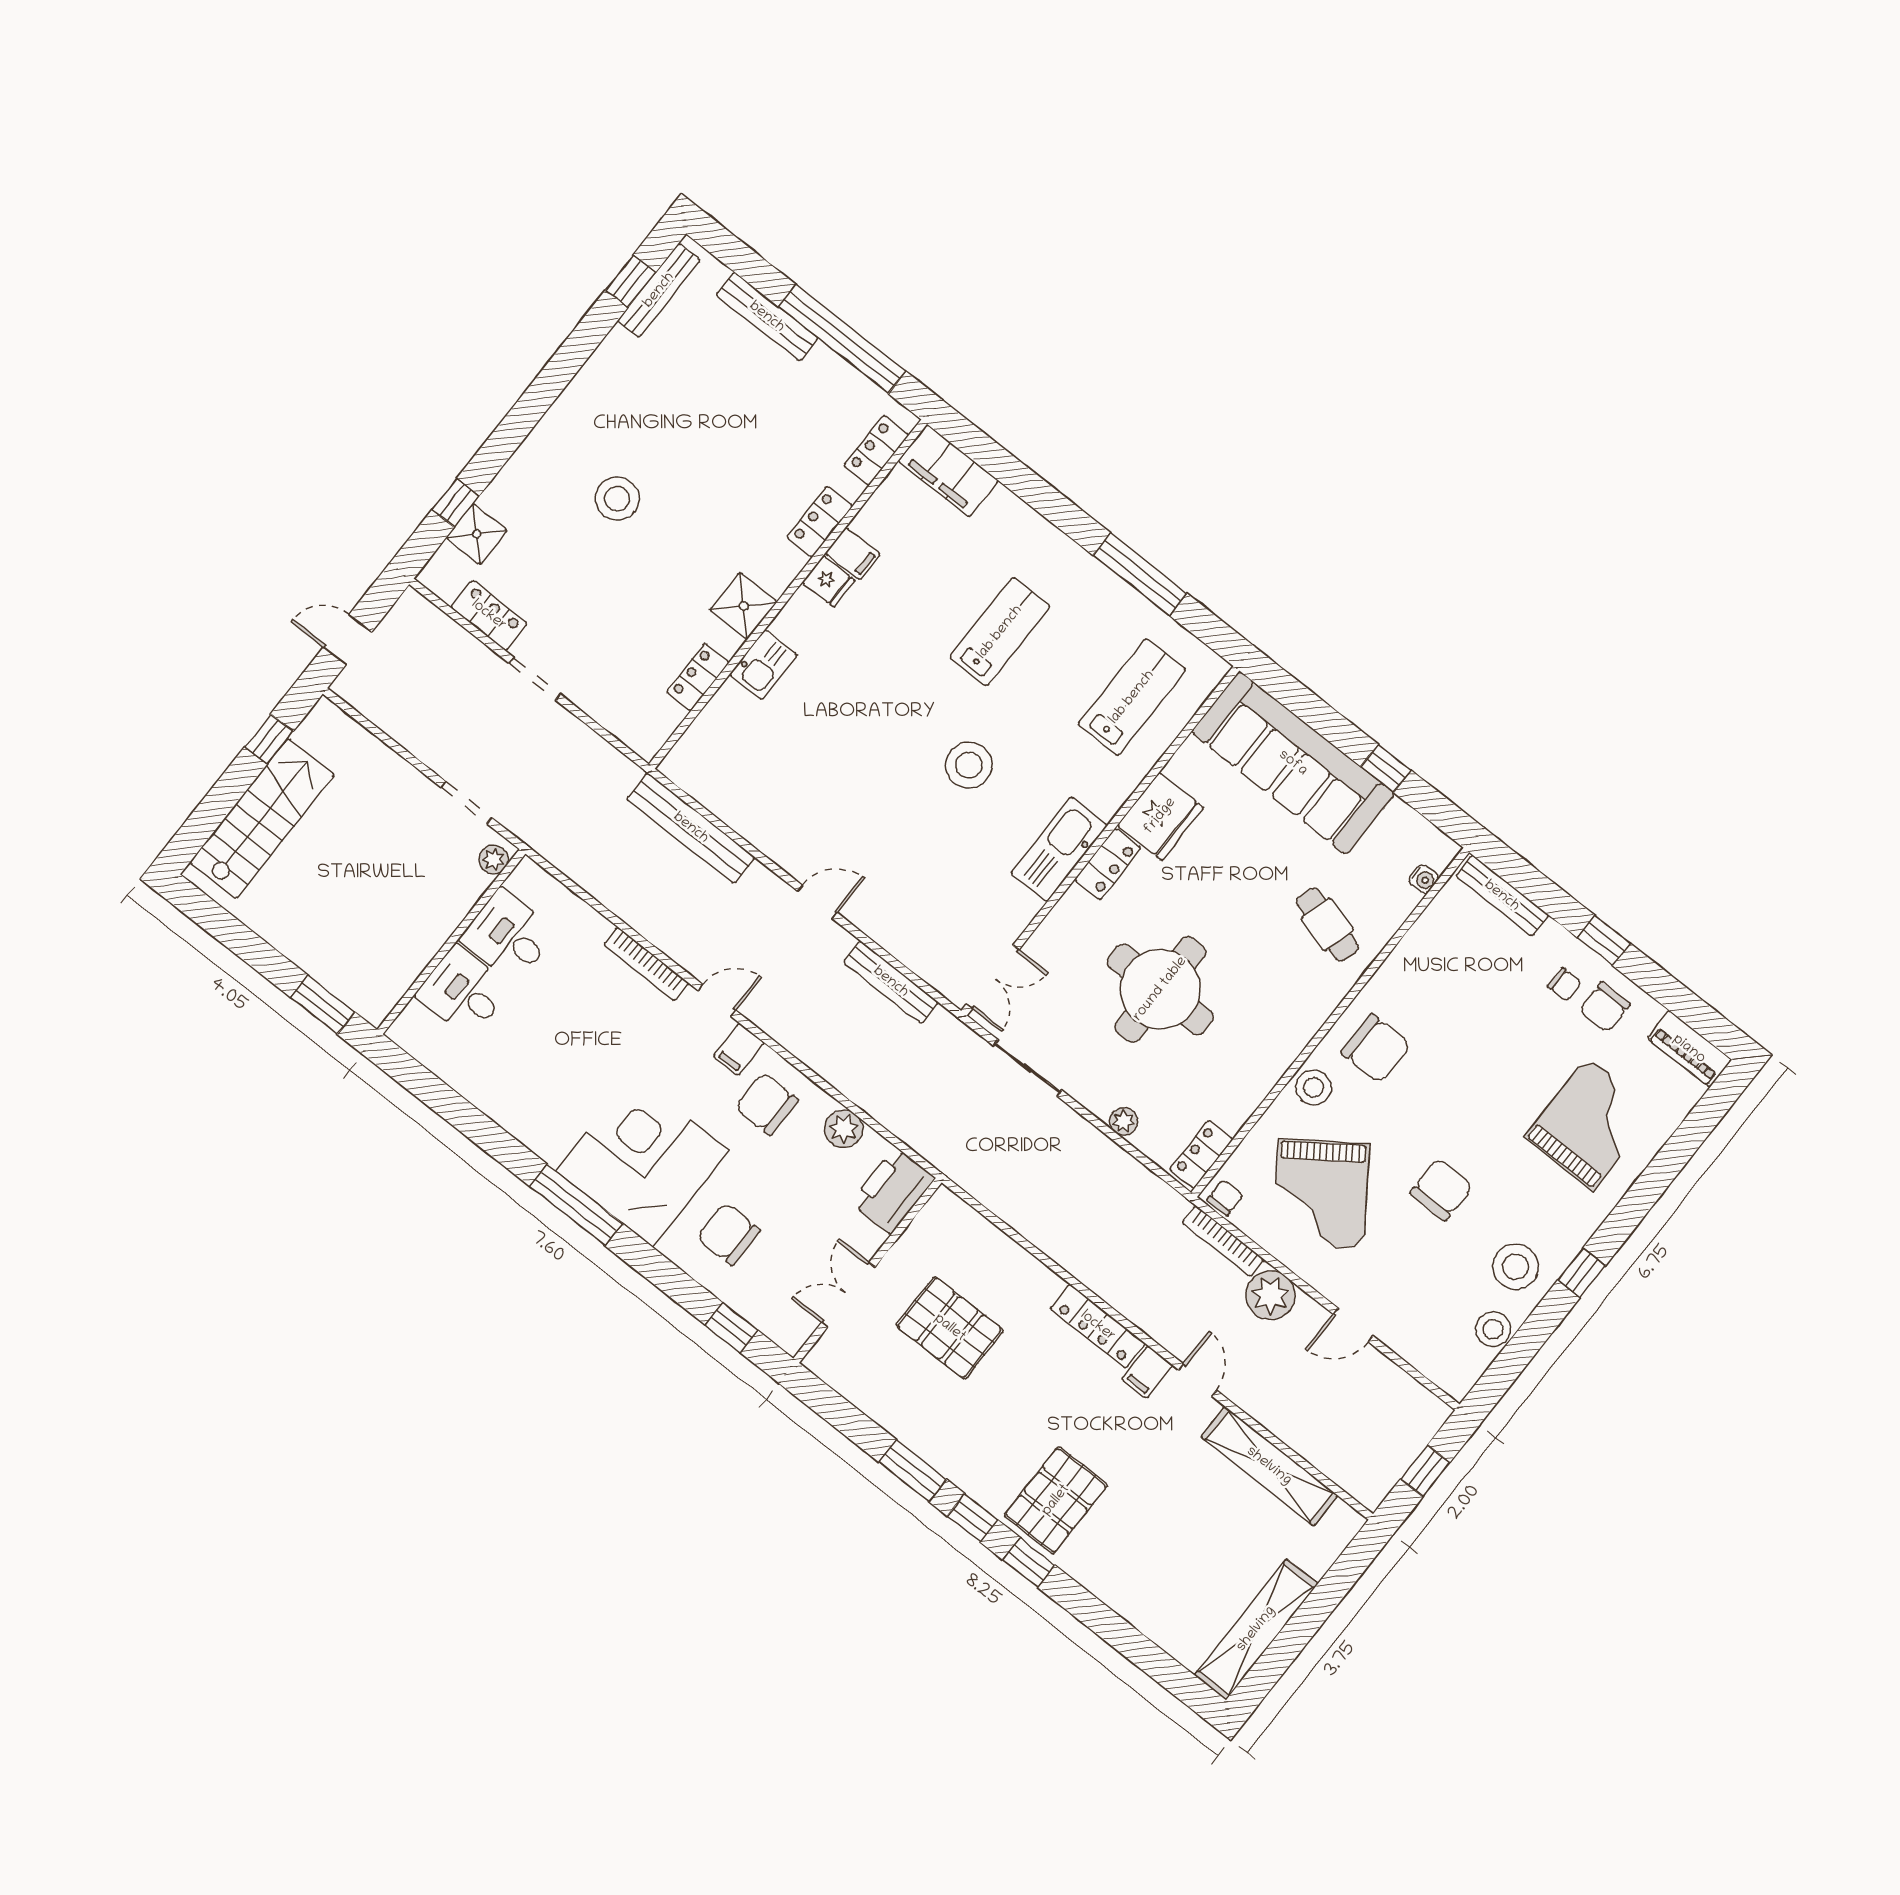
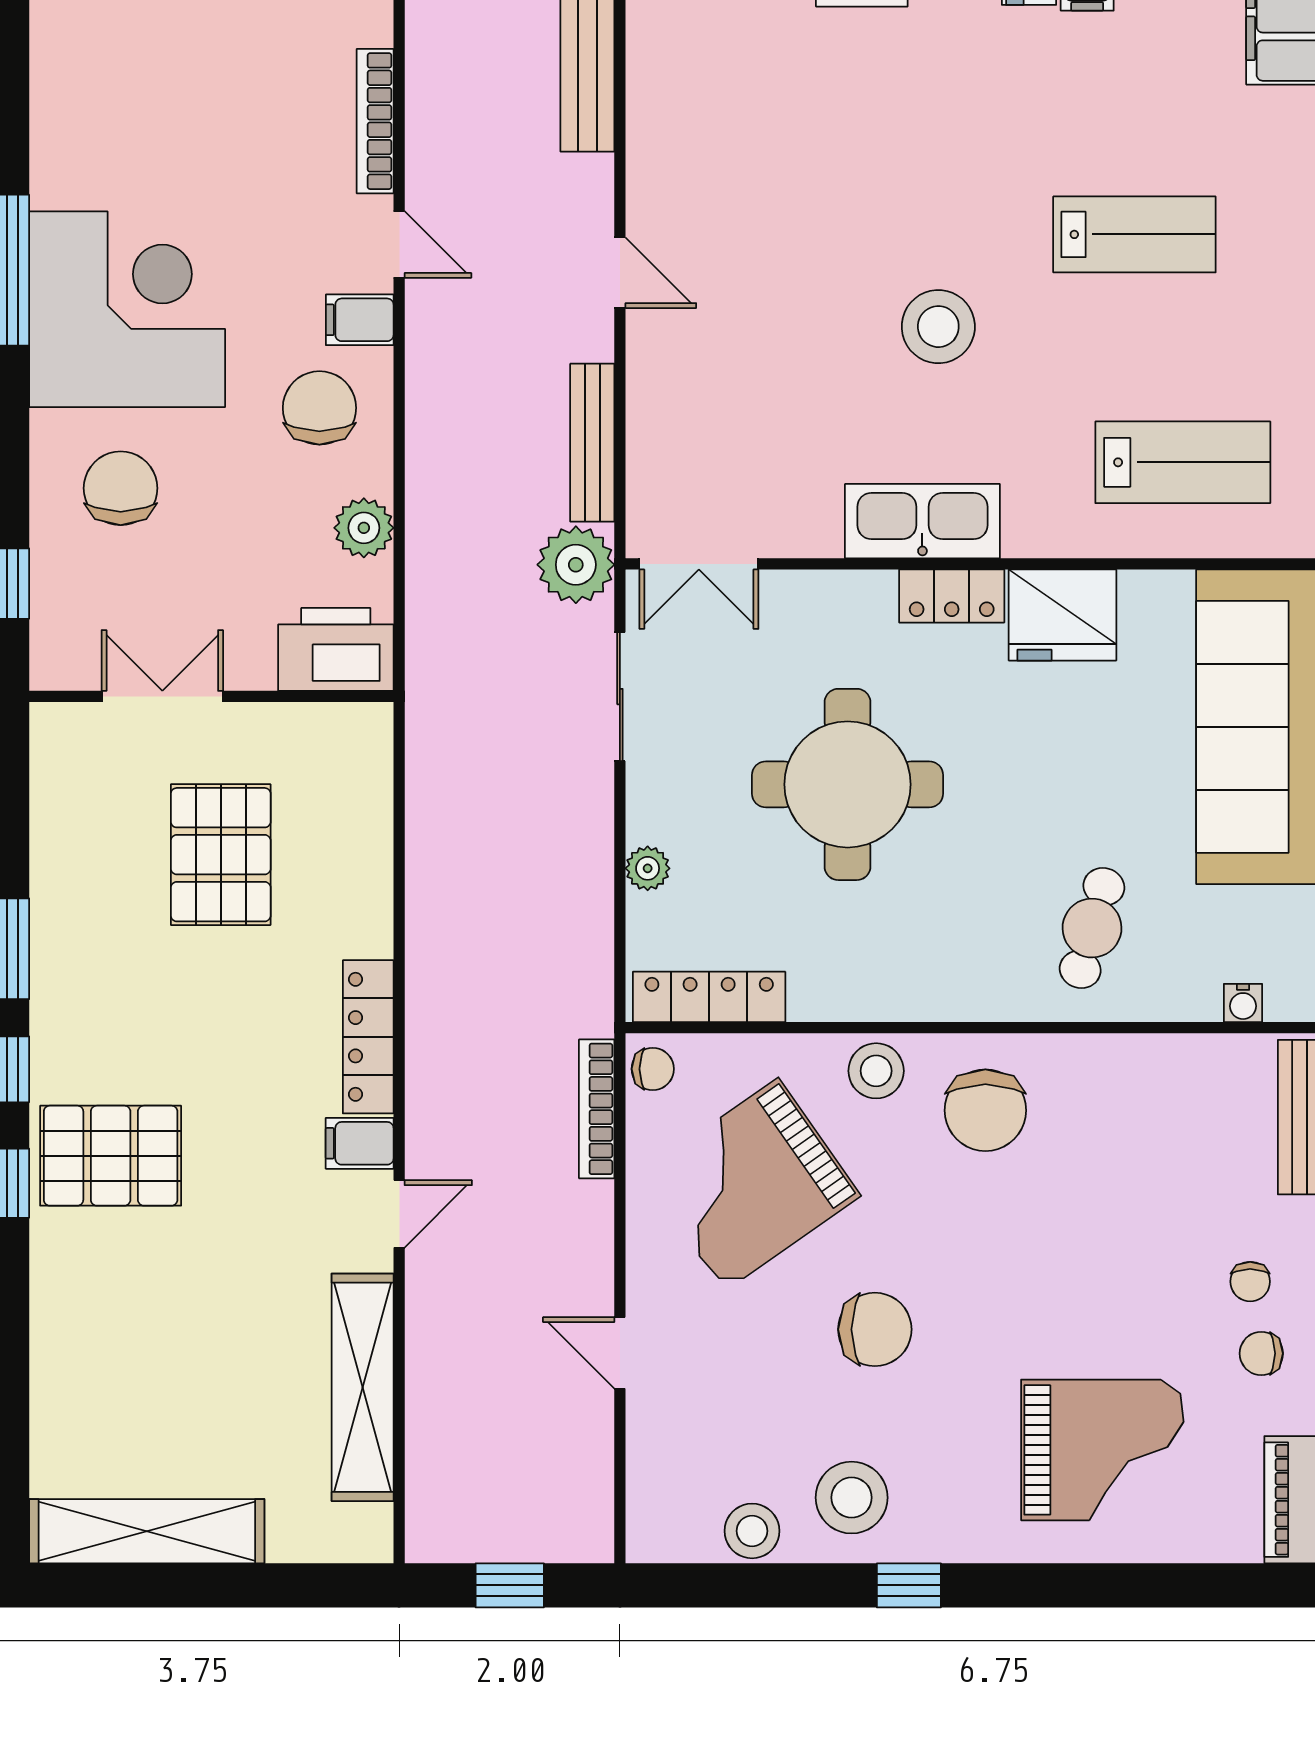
chair: (1605, 1007) -> (1261, 1353), width x0.73, depth x0.73
locker: (1201, 1154) -> (709, 997), width x1.53
plant: (1271, 1295) -> (576, 565), moved

